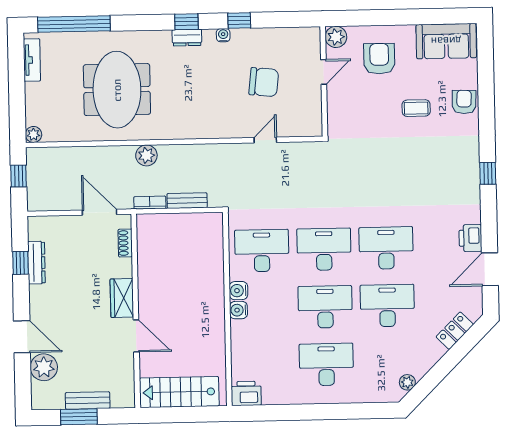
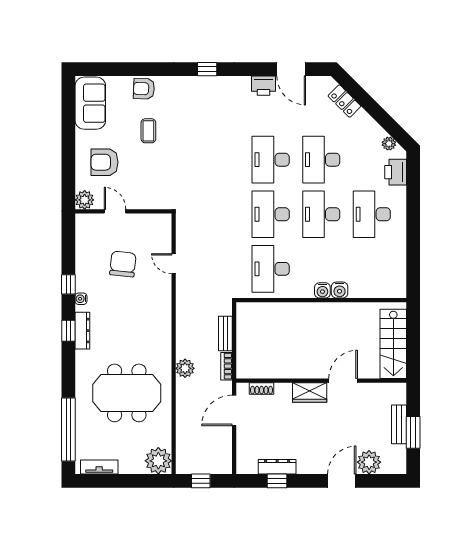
dresser: (187, 38) -> (82, 331), width x1.44
plant: (33, 134) -> (158, 461), width x1.87, depth x1.87
water cooler: (238, 291) -> (340, 290), moved
printer: (246, 393) -> (396, 172), moved

